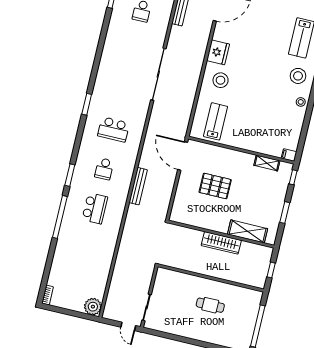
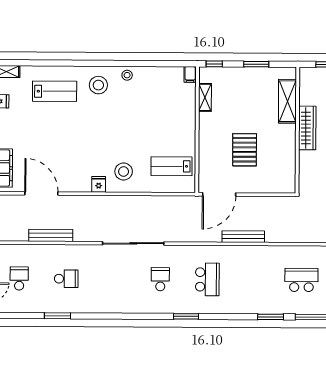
fridge: (218, 52) -> (99, 184), width x0.53, depth x0.75
school desk: (104, 169) -> (160, 279), moved, turned -90
bench: (138, 186) -> (243, 237), moved

